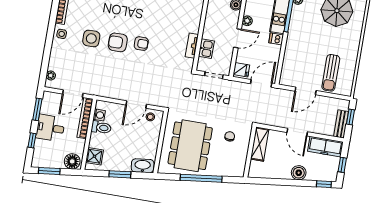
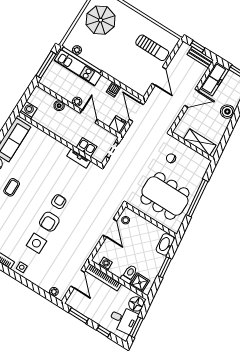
dishwasher: (276, 39) -> (113, 90), moved
desk: (50, 128) -> (123, 319), moved, turned -97
toilet: (101, 128) -> (129, 274), moved
shelving: (260, 144) -> (200, 142), moved

